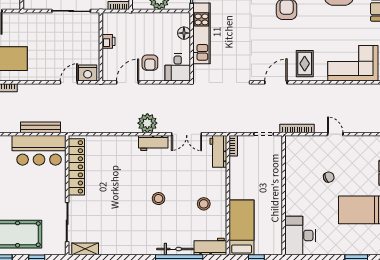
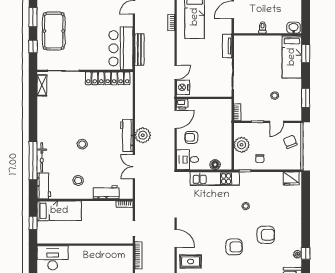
tv unit: (36, 18) -> (227, 46), added
printer: (109, 41) -> (182, 104), moved
door: (69, 82) -> (176, 72), hinge flipped
door: (128, 82) -> (176, 119), hinge flipped
workbench: (153, 143) -> (127, 135), width x1.37
workbench: (218, 151) -> (106, 192), moved

